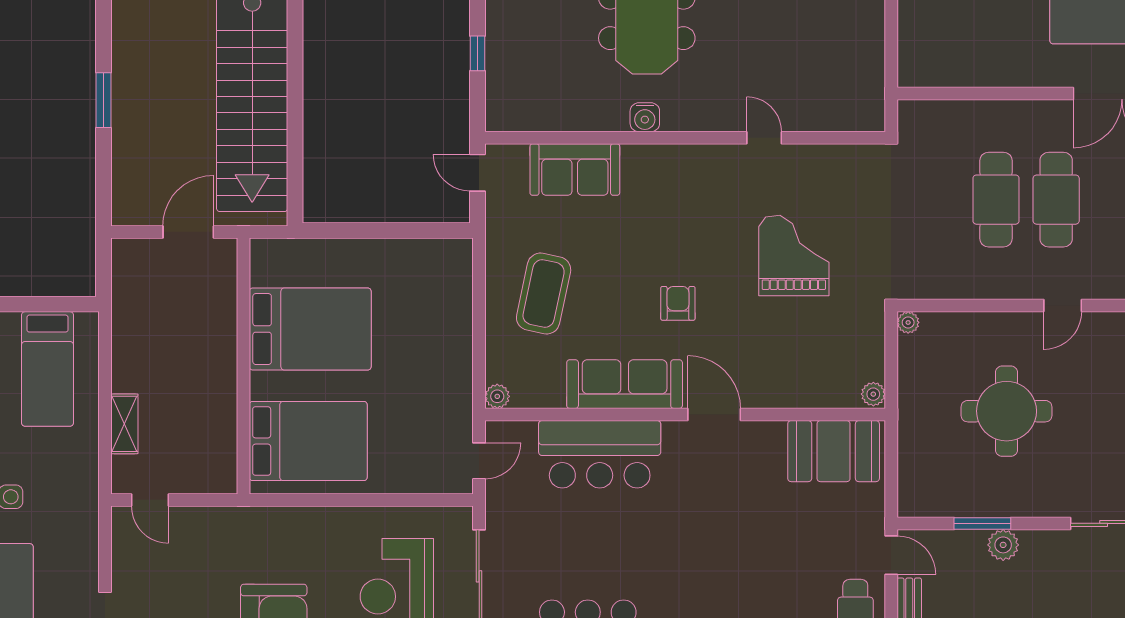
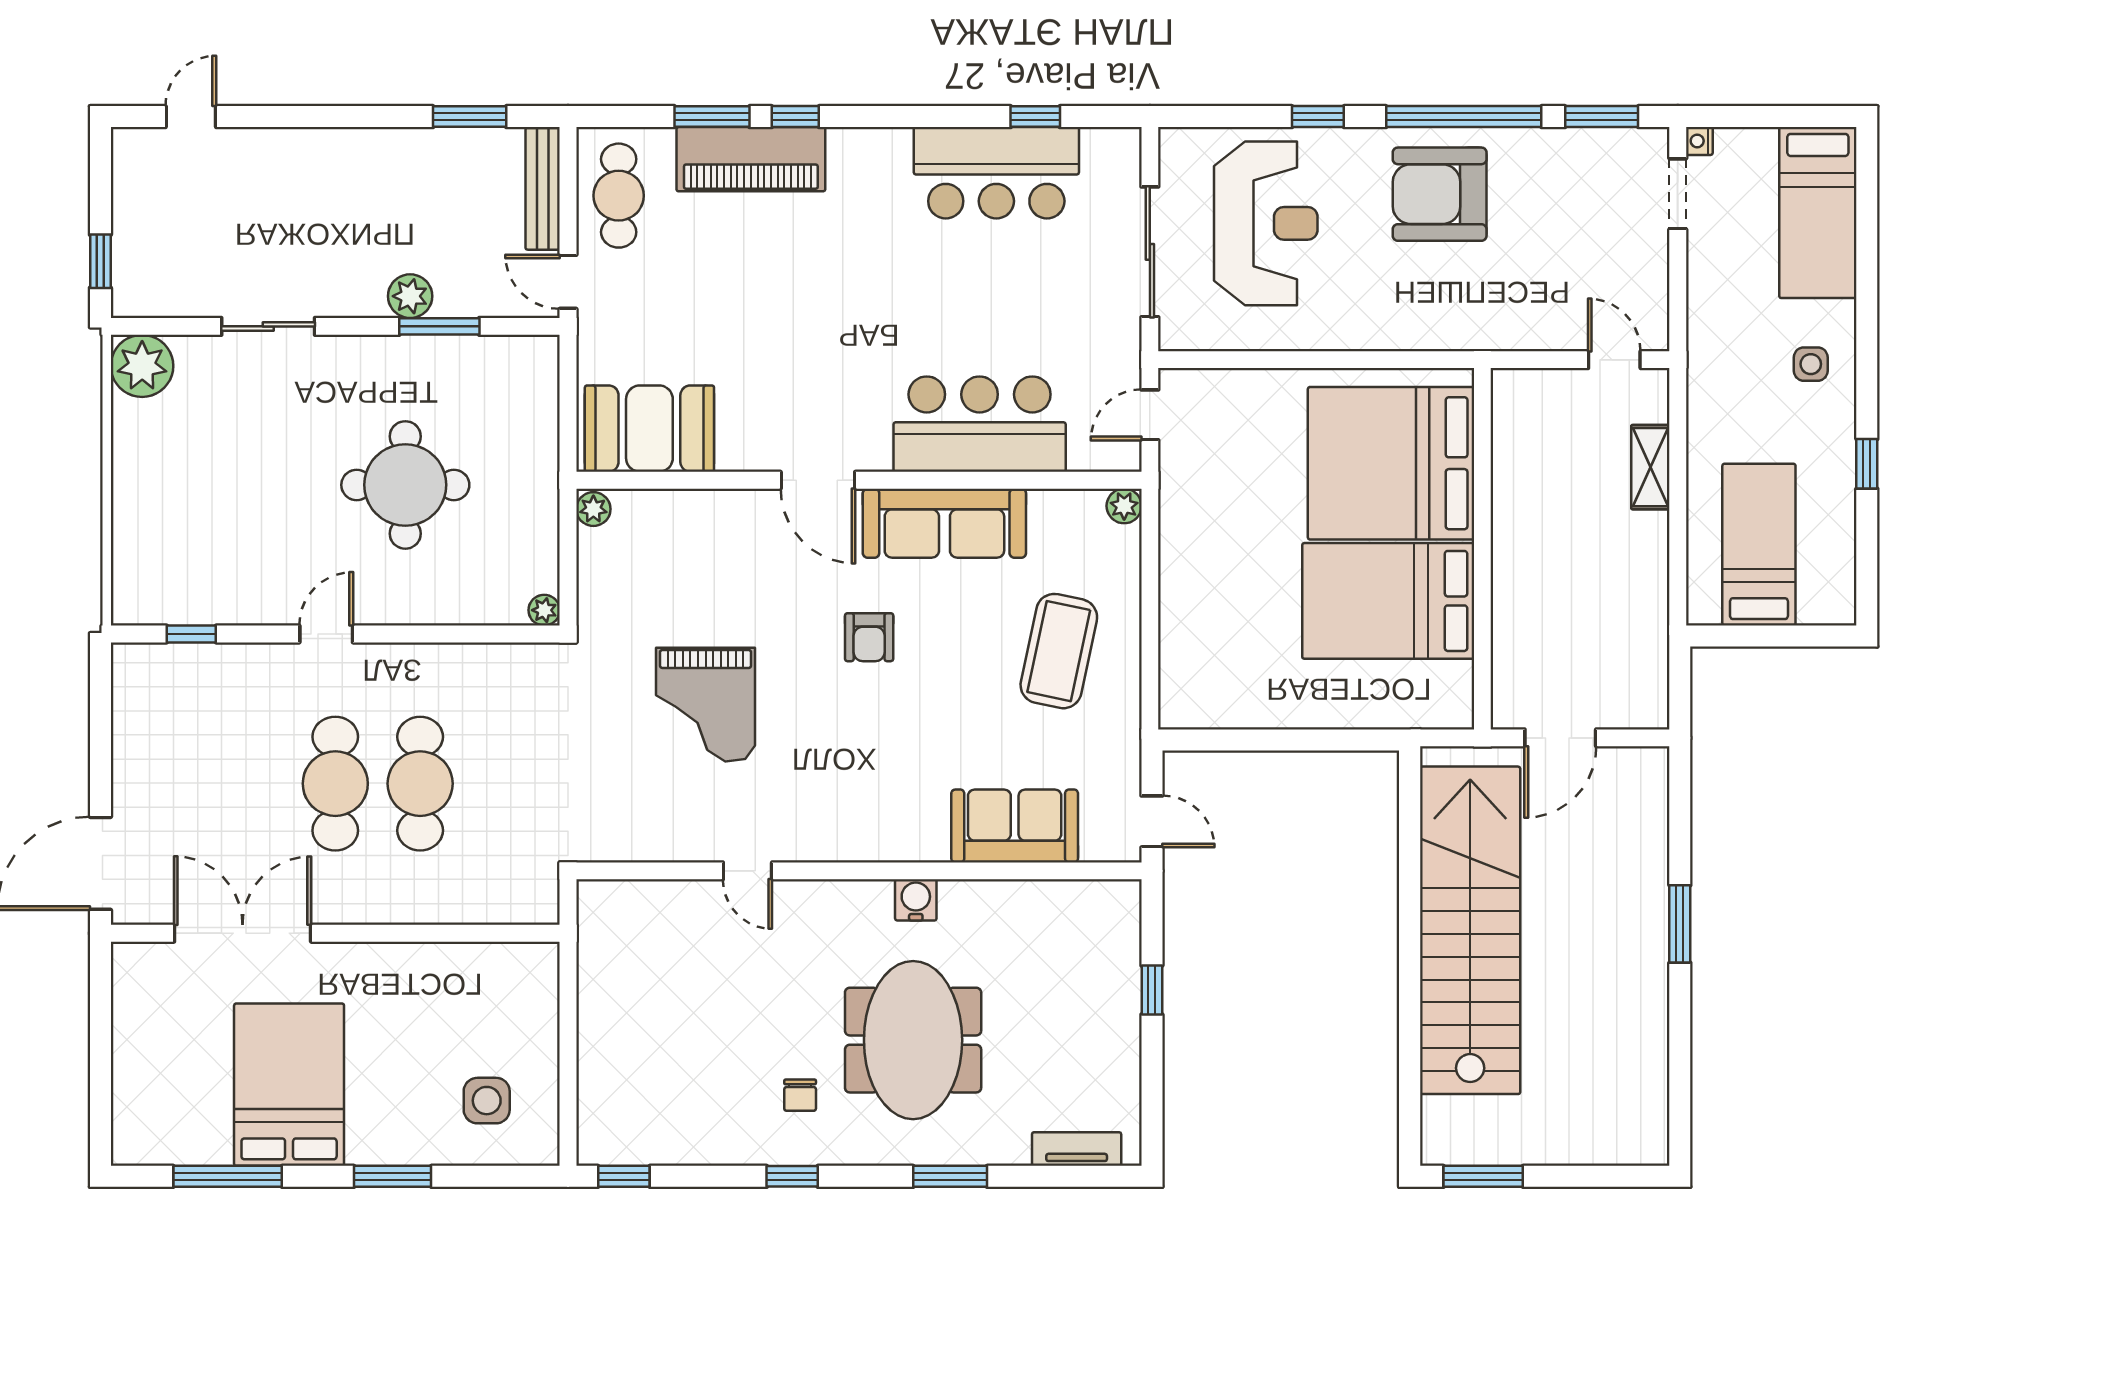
bed: (308, 441) -> (1391, 463), width x1.36

